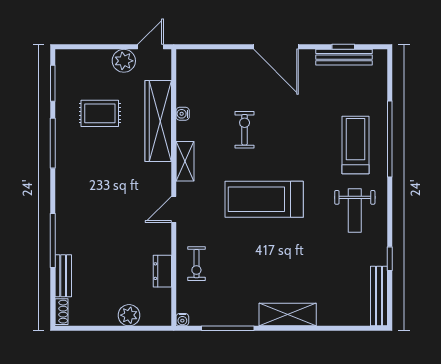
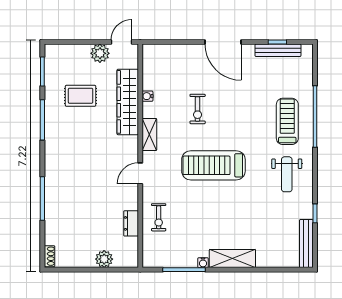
exercise bike: (245, 130) -> (198, 109), turned 180
bench: (63, 276) -> (51, 227), removed
water cooler: (182, 320) -> (203, 263), moved

